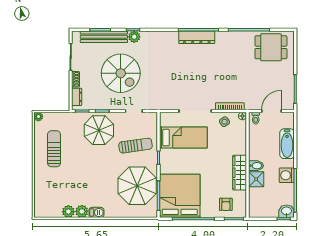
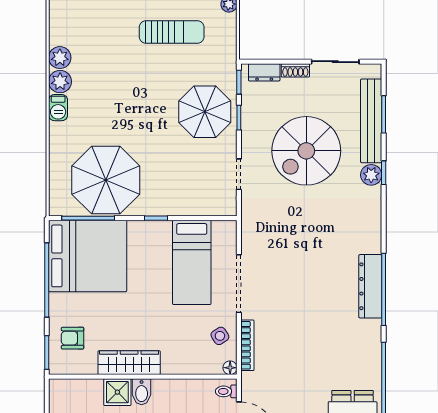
sun lounger: (135, 146) -> (177, 177), removed

